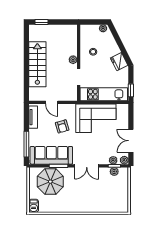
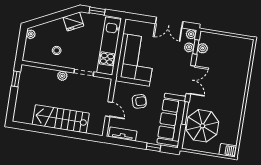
window: (41, 22) -> (16, 79), moved
window: (131, 90) -> (97, 11), moved
door: (52, 102) -> (109, 109), hinge flipped
window: (26, 144) -> (153, 147), width x0.46

